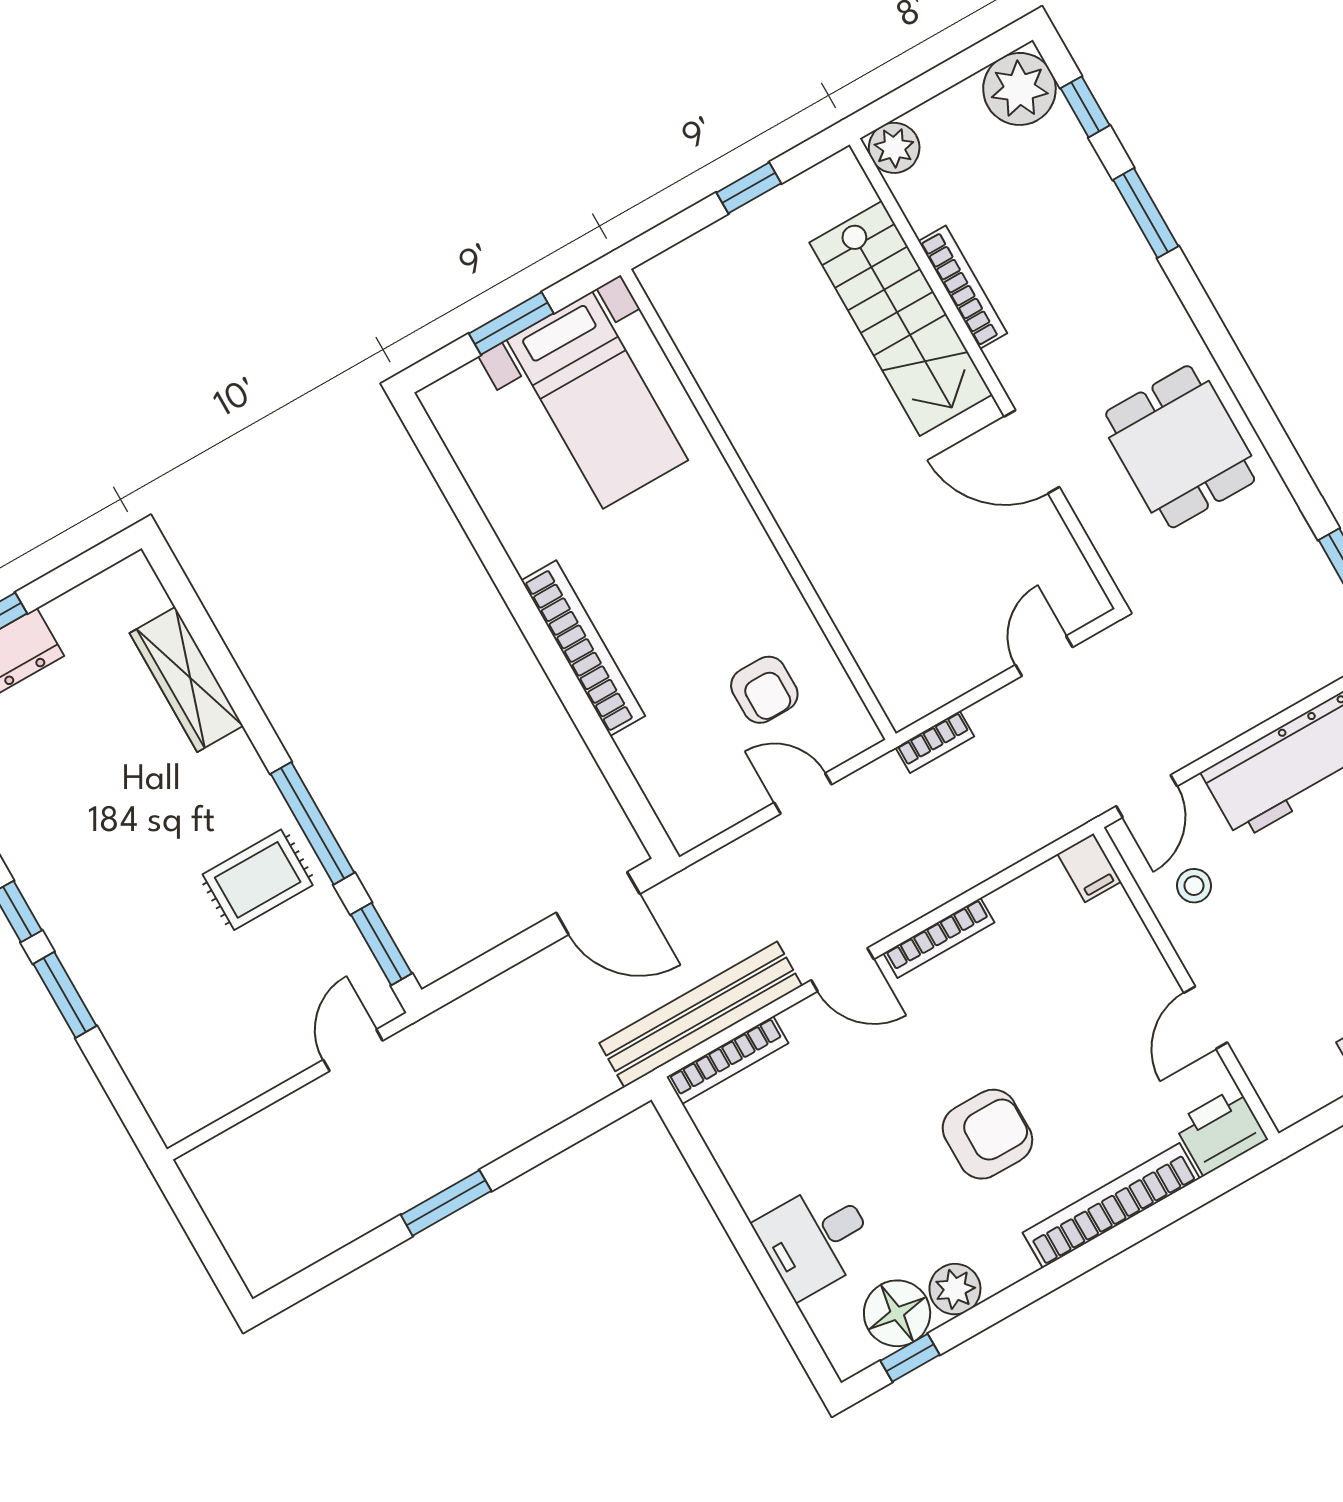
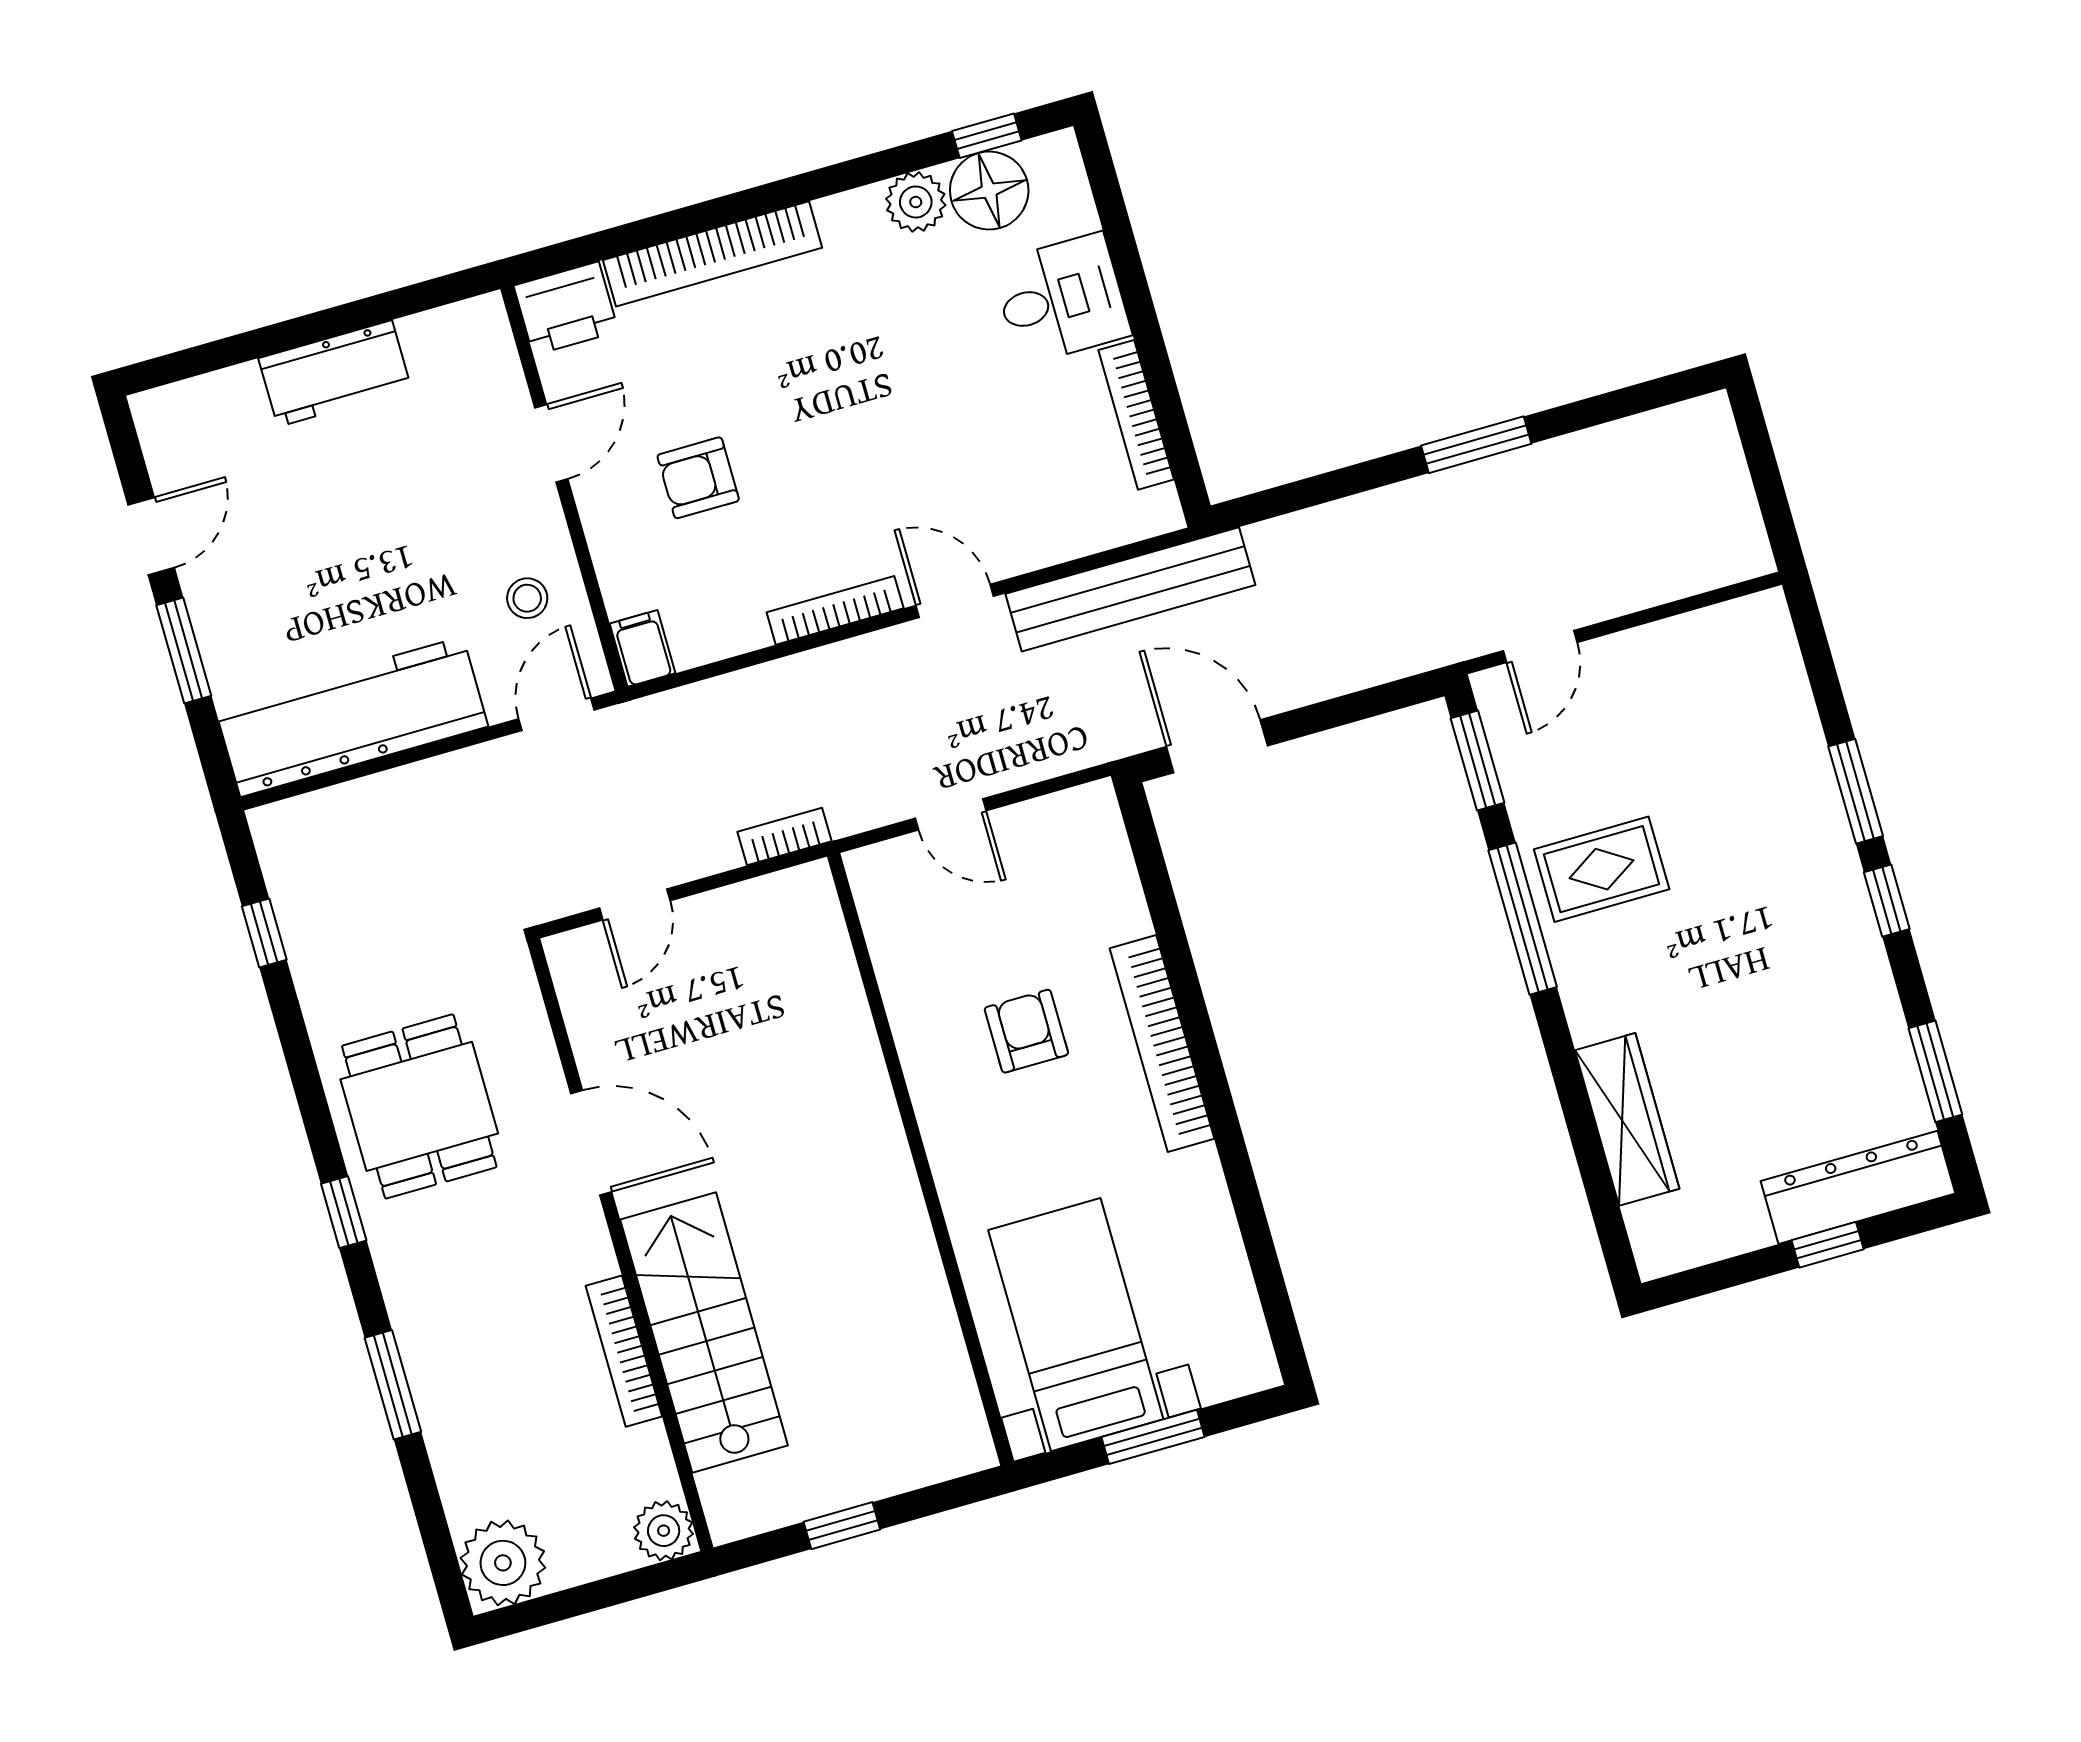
window: (1085, 107) -> (344, 1212), moved
armchair: (764, 690) -> (1026, 1031), moved
bookcase: (727, 1060) -> (1136, 415), moved, turned -90
armchair: (987, 1134) -> (698, 478), moved, width x0.72, depth x0.72

